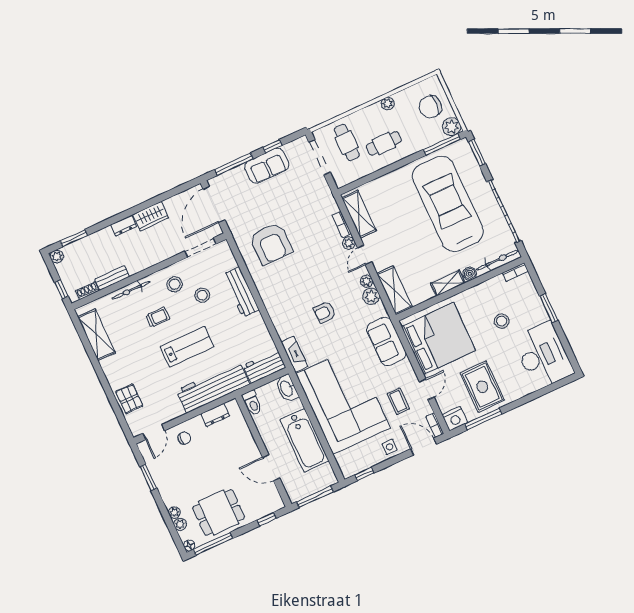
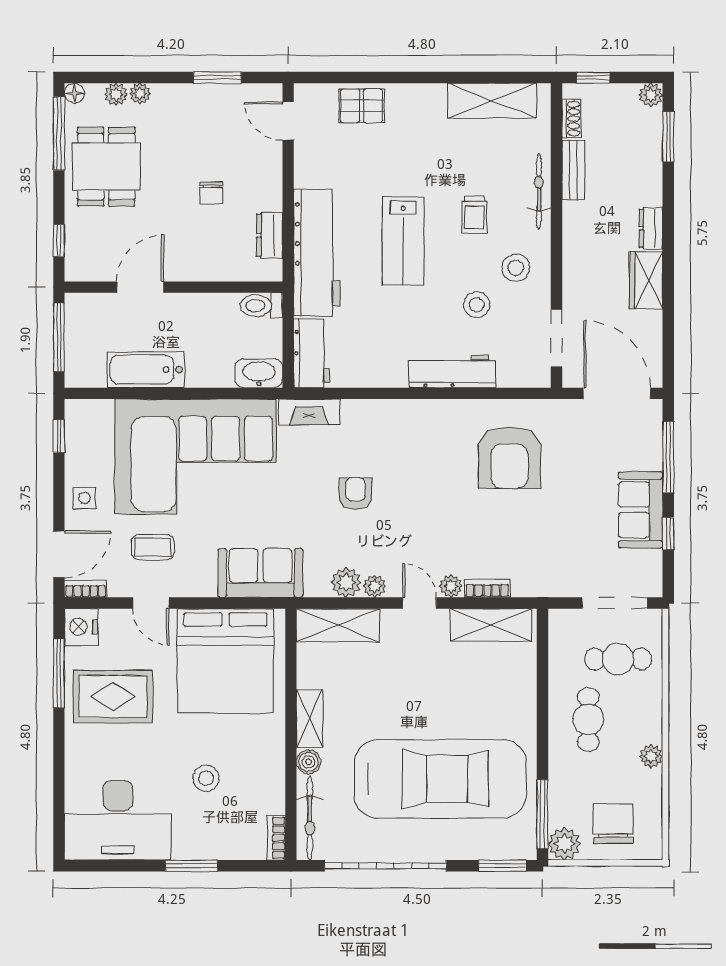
armchair: (271, 243) -> (509, 457), turned -90
chair: (184, 438) -> (211, 193), moved
bathtub: (304, 440) -> (146, 370), width x0.73, depth x0.73

